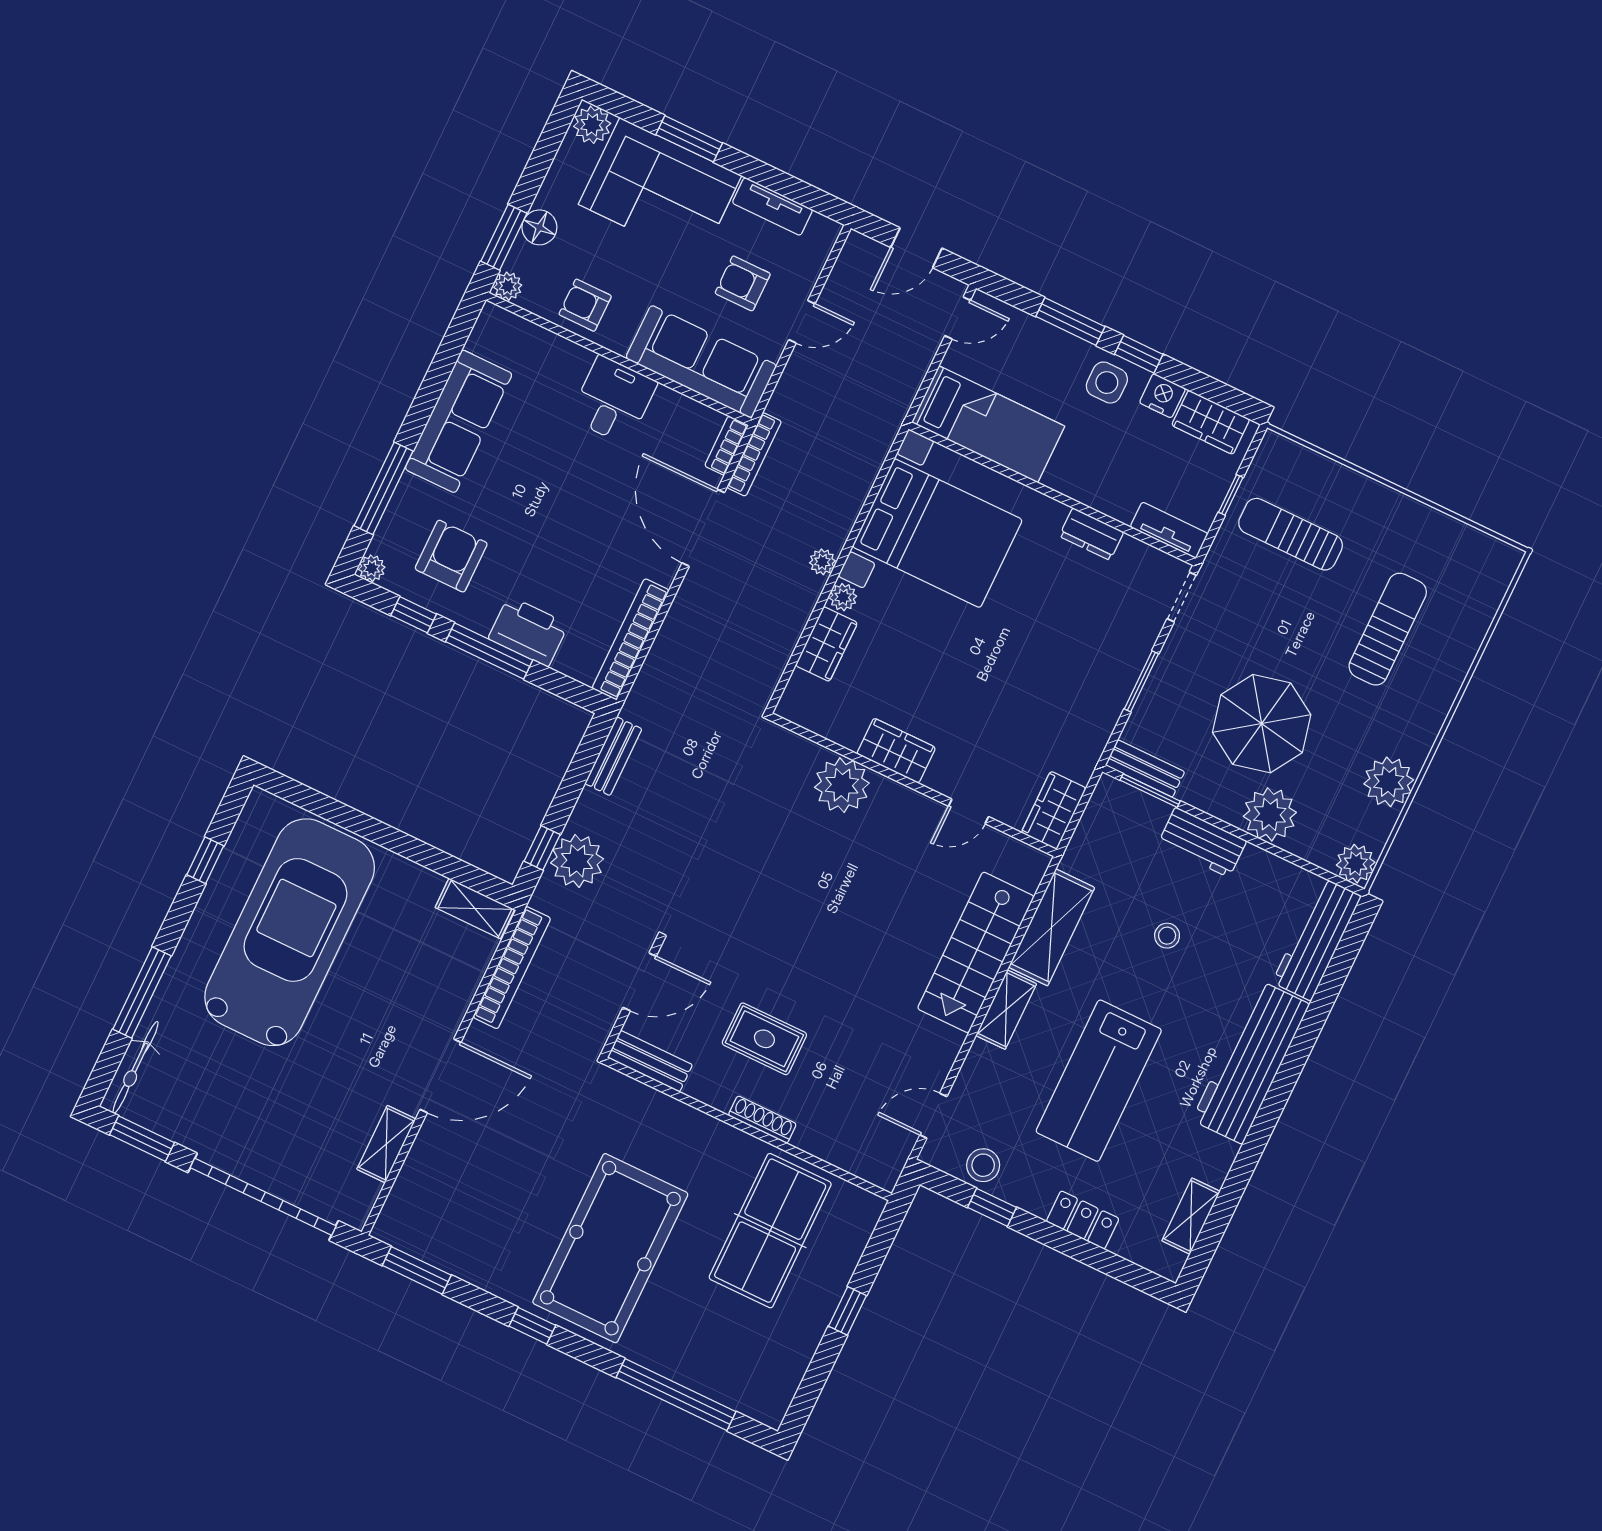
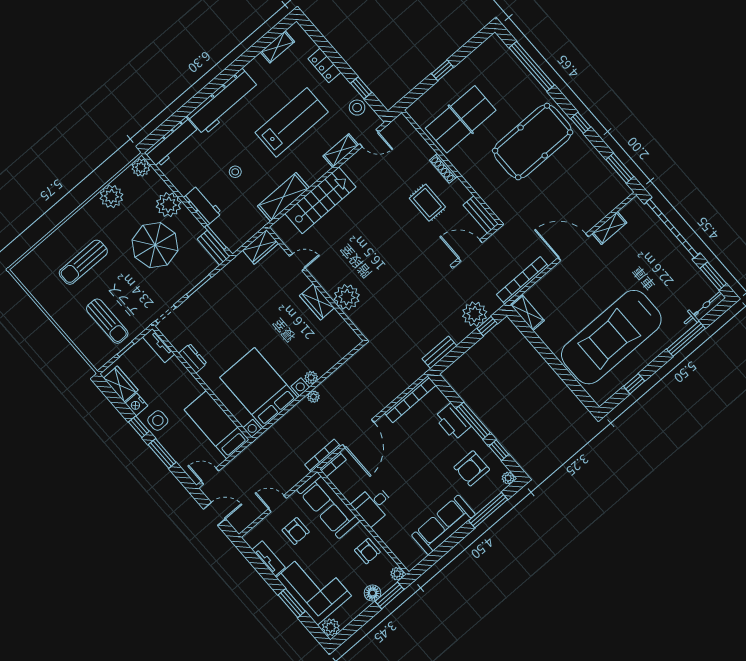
wardrobe: (826, 644) -> (327, 361), removed
shelving: (1006, 1010) -> (341, 151), moved

